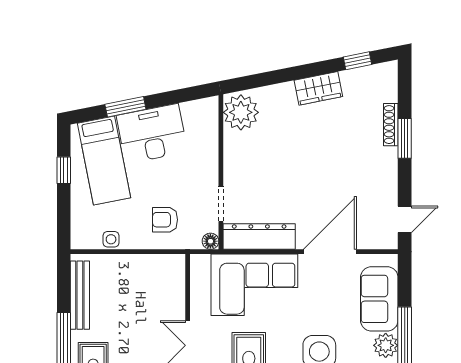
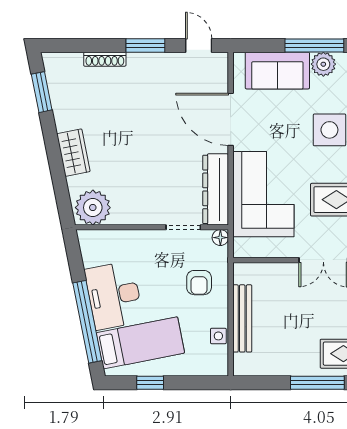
window: (358, 61) -> (42, 92), width x1.50
wardrobe: (318, 88) -> (73, 153), moved
window: (125, 107) -> (87, 322), width x2.11
window: (405, 138) -> (145, 45), moved
bench: (80, 295) -> (242, 318), moved, turned 90

